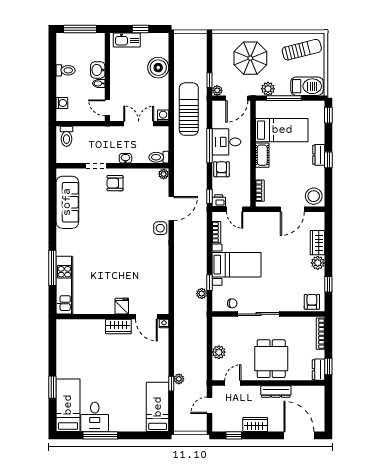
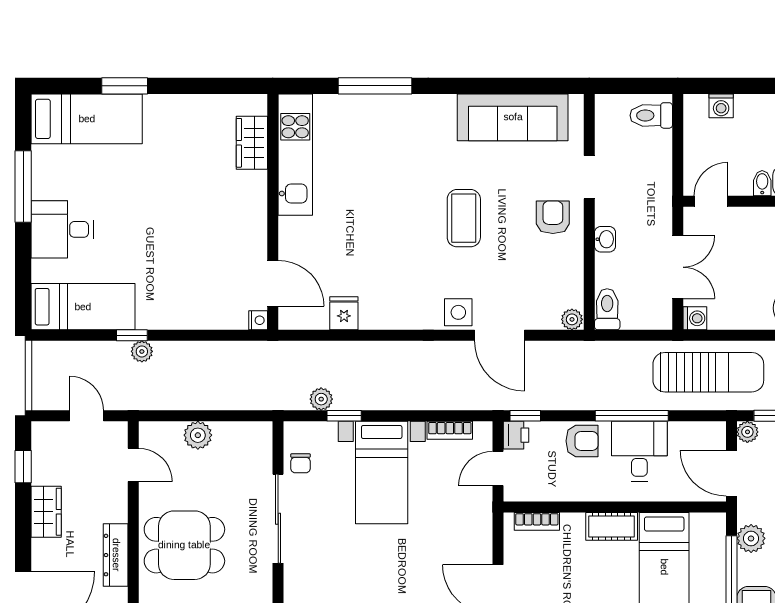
coffee table: (115, 226) -> (464, 218), added
kitchen unit: (64, 285) -> (295, 155), moved, turned -90
fridge: (122, 306) -> (344, 313), moved, turned -90
door: (146, 317) -> (273, 283), swing flipped
wardrobe: (118, 326) -> (252, 143), moved
desk: (95, 417) -> (62, 229), moved

